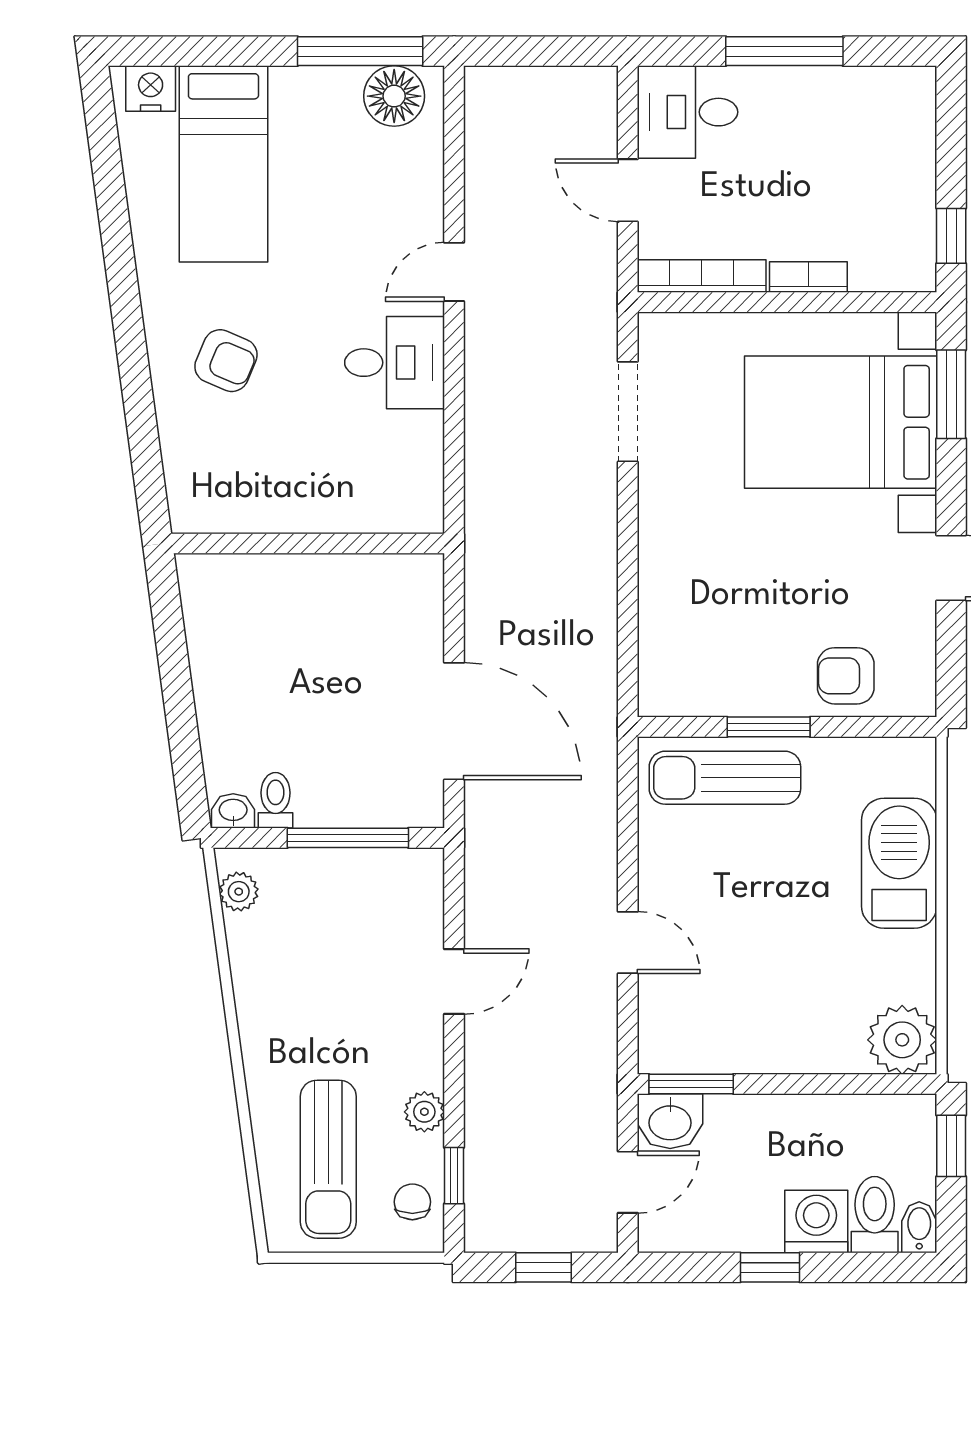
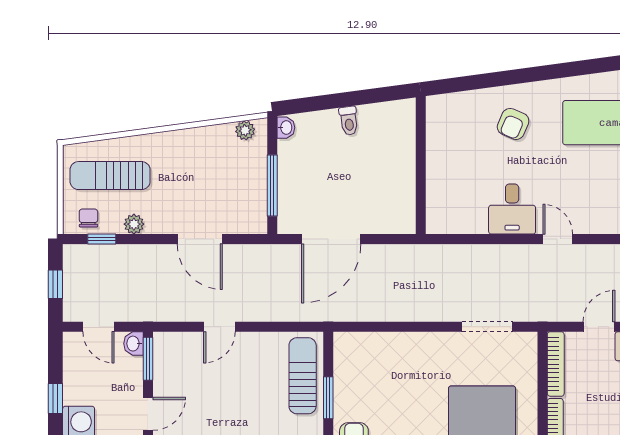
toilet: (276, 800) -> (349, 121), moved, turned 82
door: (454, 982) -> (200, 239), width x1.38
door: (800, 1084) -> (148, 414), added
washbasin: (670, 1121) -> (134, 344), width x0.72, depth x0.69
chair: (412, 1202) -> (88, 218), turned -90

